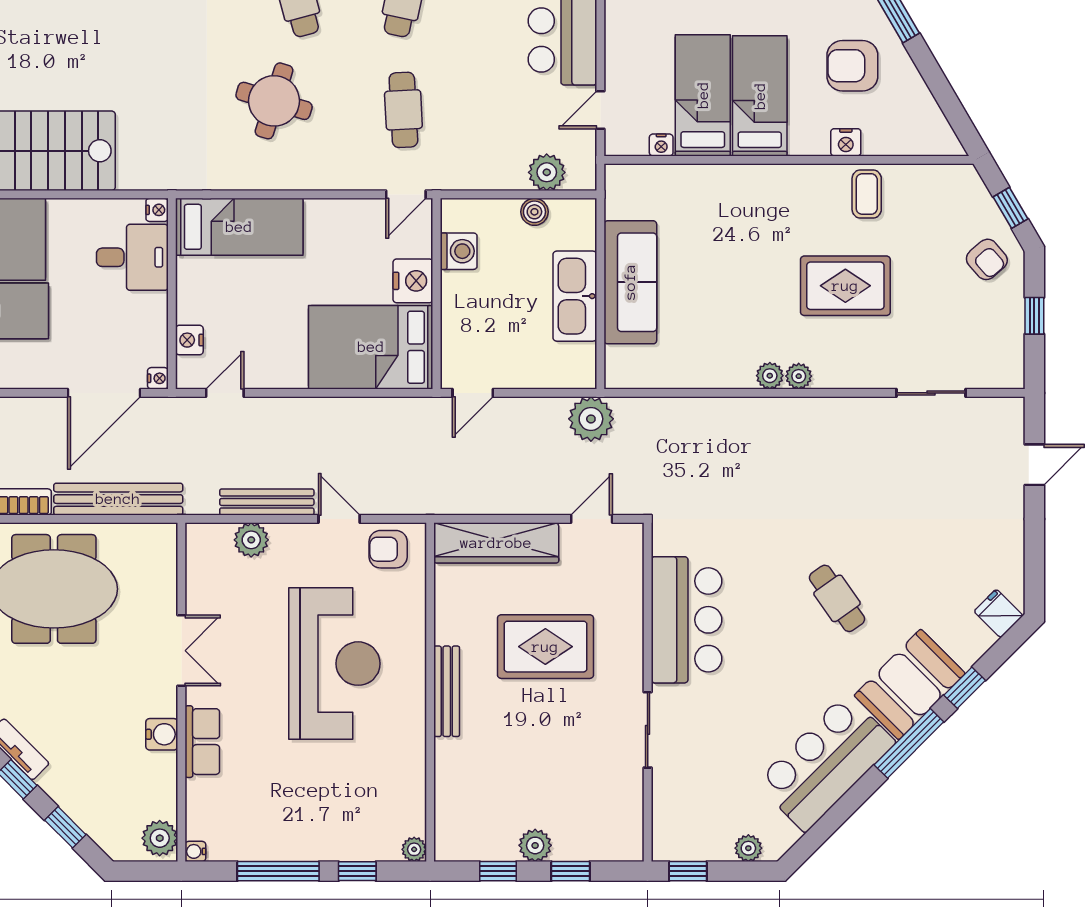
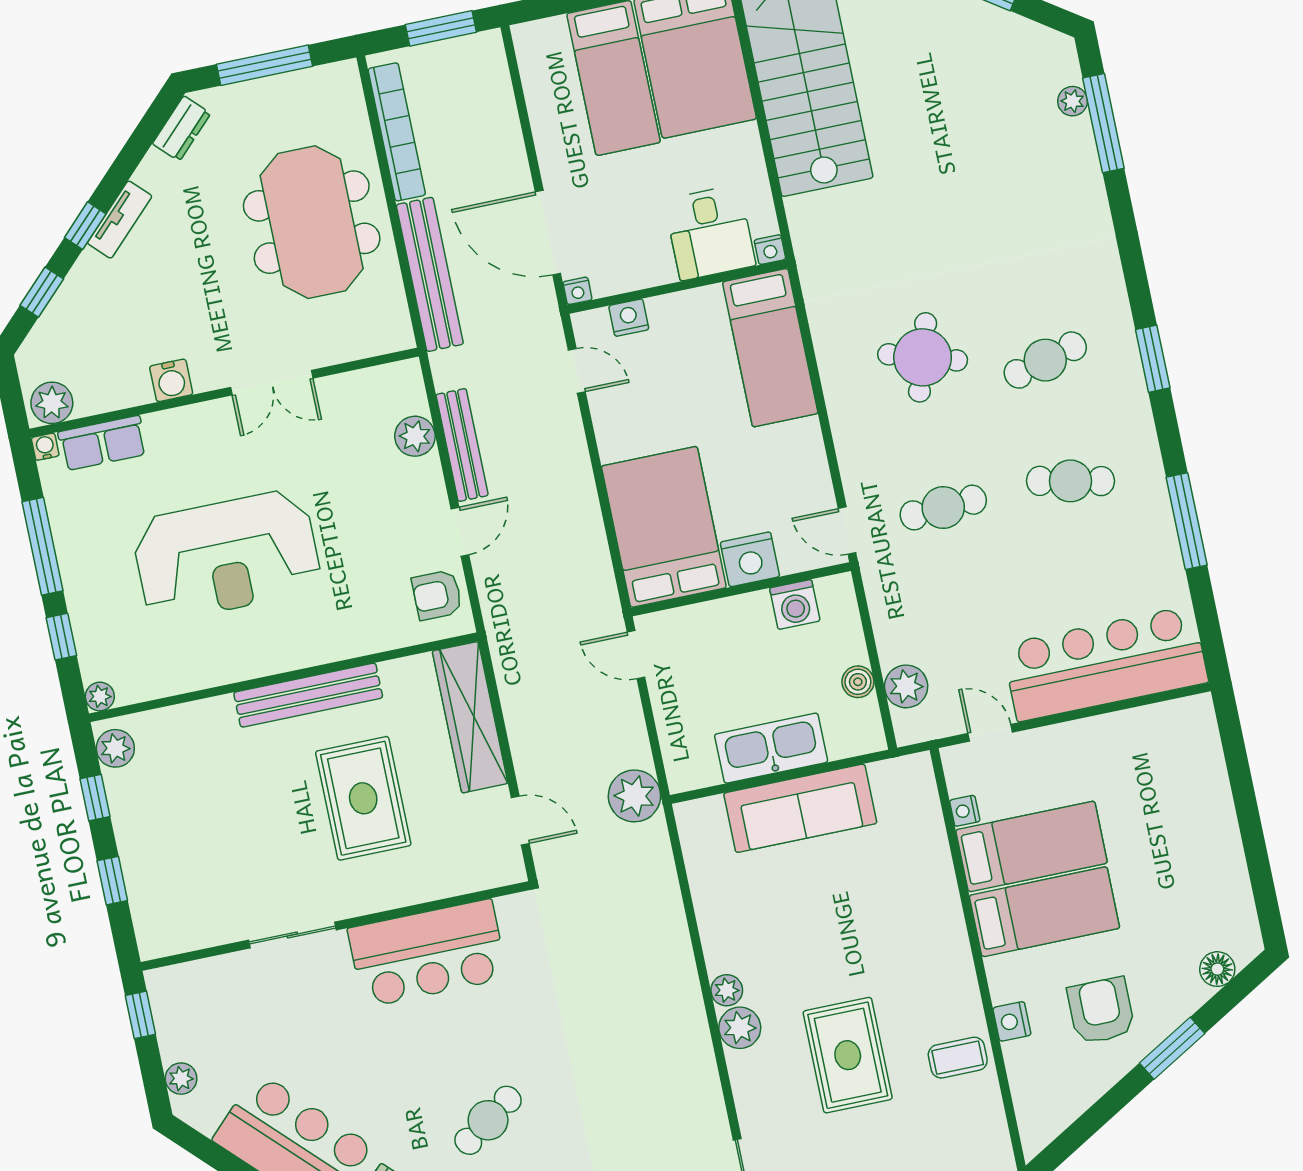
plant: (799, 376) -> (740, 1028), width x1.38, depth x1.38
armchair: (388, 549) -> (437, 595), turned -90
reception desk: (334, 664) -> (227, 556), moved
bench: (447, 691) -> (308, 695), width x1.37, depth x1.21
row of seats: (202, 742) -> (103, 443), moved
plant: (535, 845) -> (115, 748), moved

